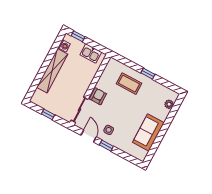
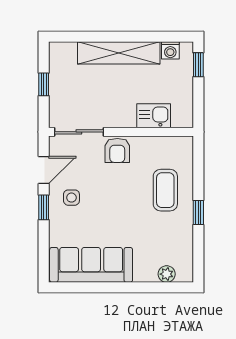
kitchen sink: (91, 53) -> (154, 116), moved, turned 90
armchair: (98, 96) -> (117, 150), turned 90
sofa: (148, 133) -> (91, 265), width x1.36

